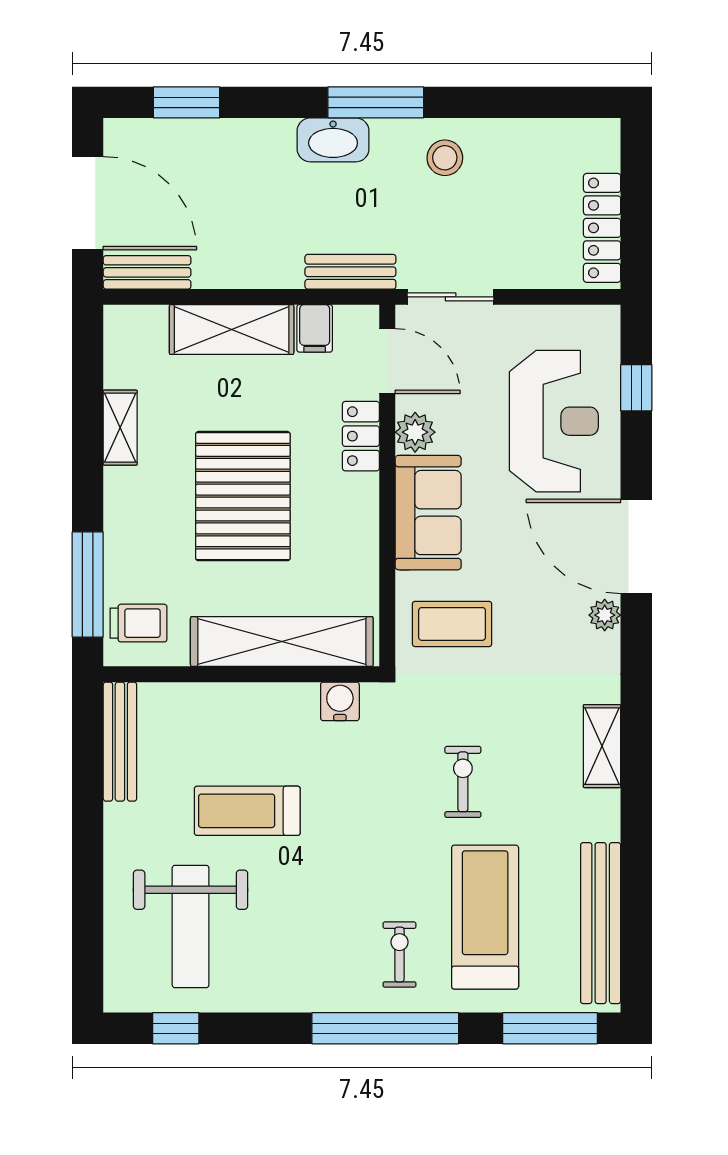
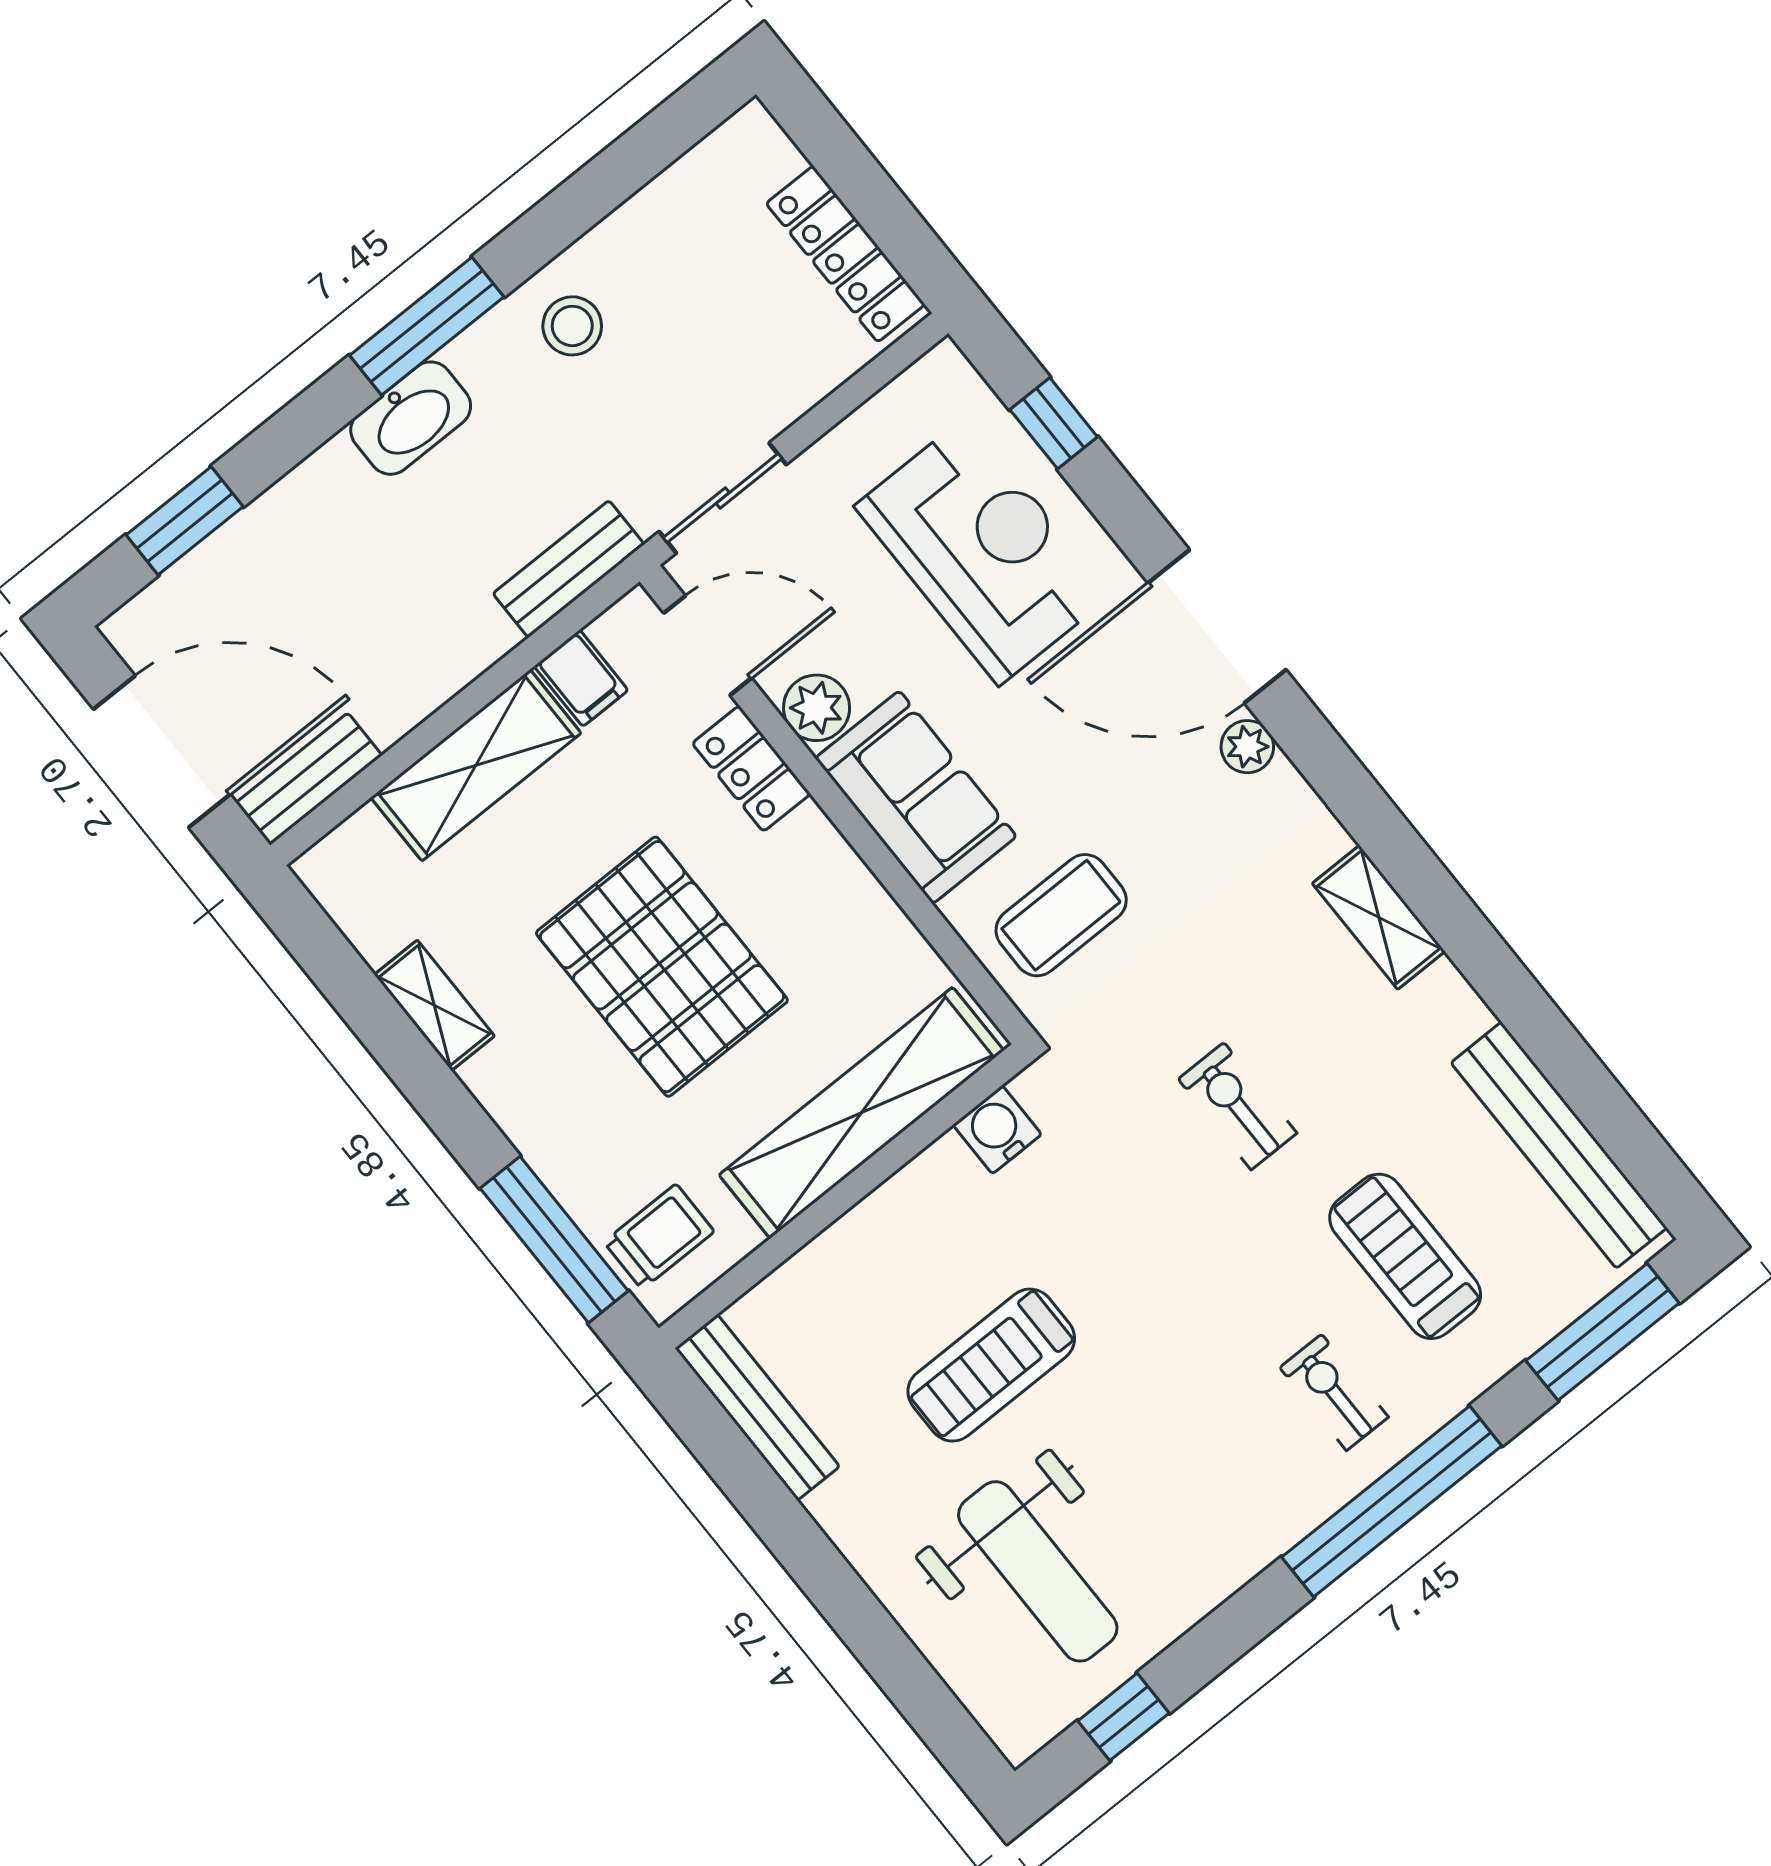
treadmill: (485, 917) -> (1405, 1256), width x0.73, depth x0.73

